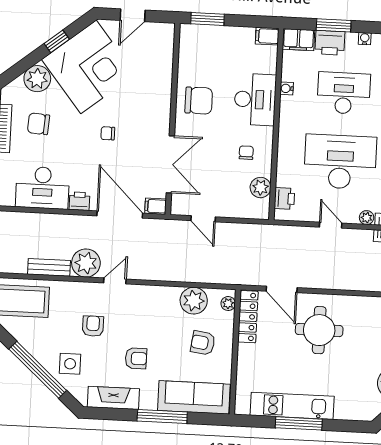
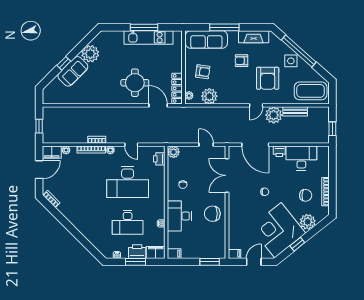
plant: (261, 188) -> (174, 152), moved
filing cabinet: (156, 206) -> (234, 254), moved
armchair: (93, 326) -> (268, 78), width x1.88, depth x1.88
side table: (70, 364) -> (291, 61), moved

